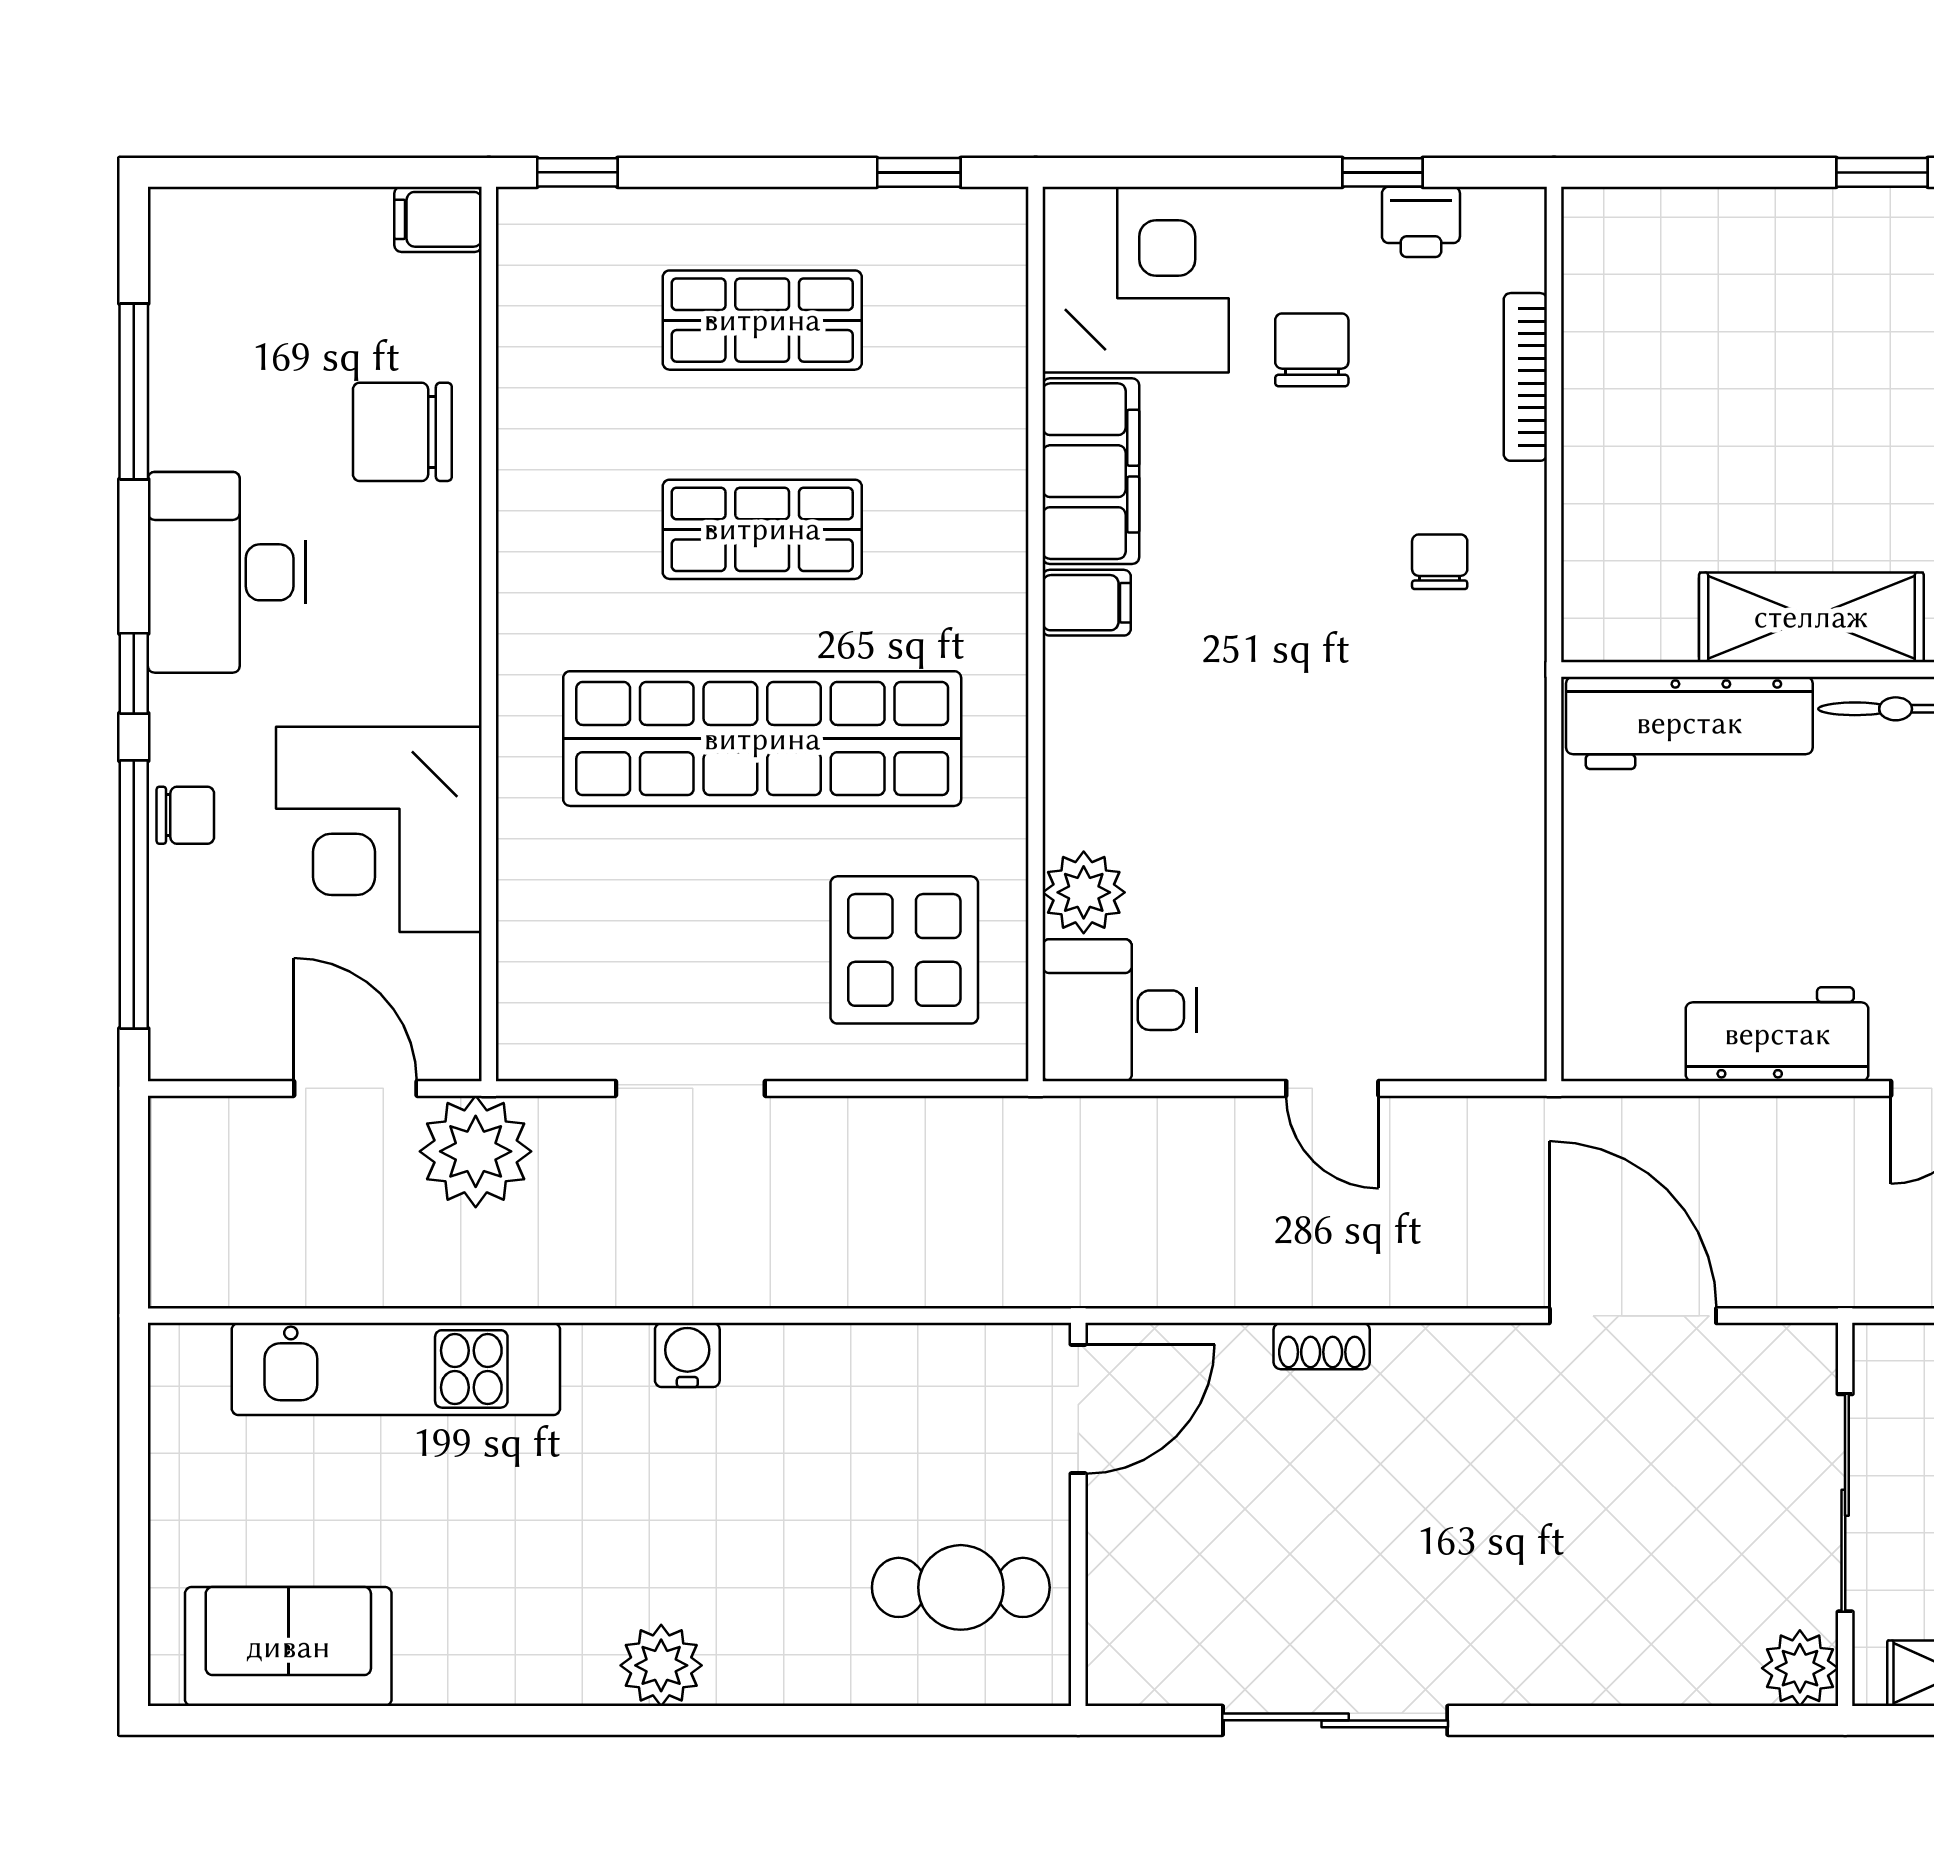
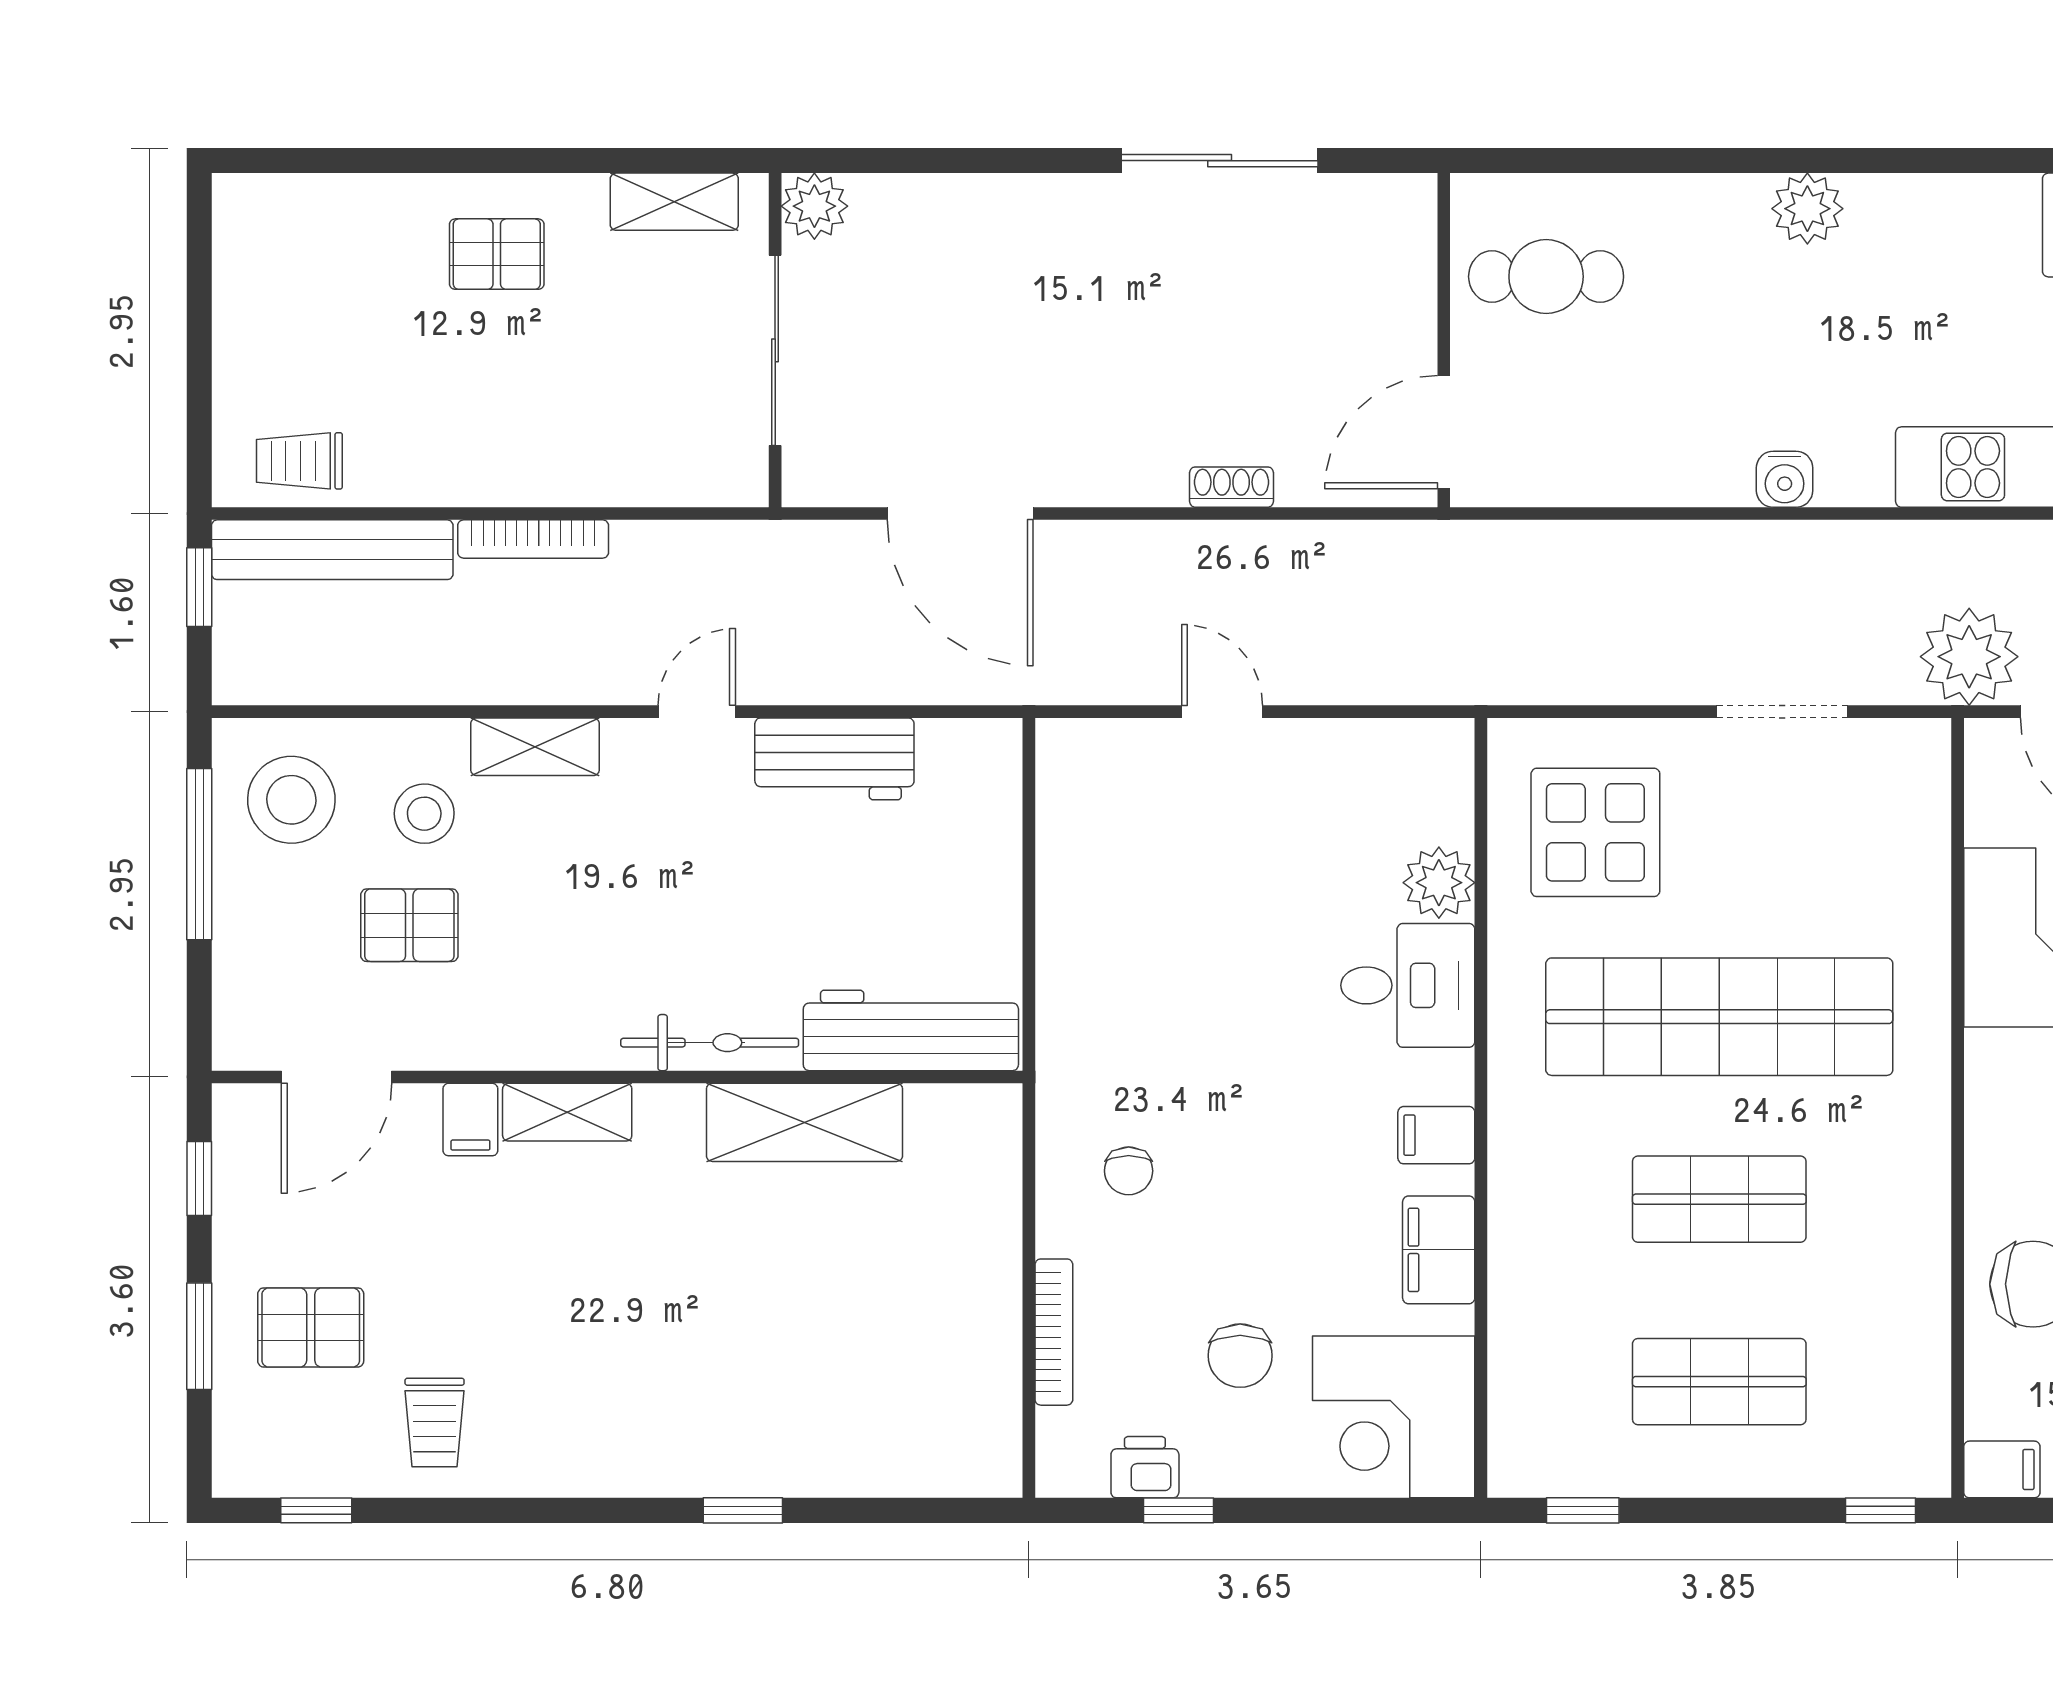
filing cabinet: (1091, 471) -> (1439, 1250), width x0.67, depth x0.86
desk: (1119, 1010) -> (1408, 985), moved

